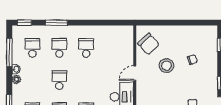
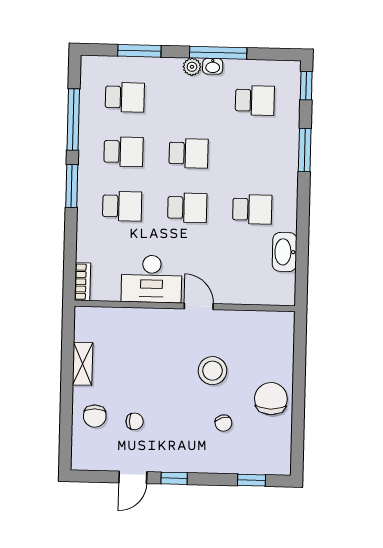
washbasin: (107, 31) -> (285, 252), added
chair: (149, 44) -> (271, 399), moved, turned 133
school desk: (59, 48) -> (187, 208), moved
window: (9, 53) -> (218, 53), moved

